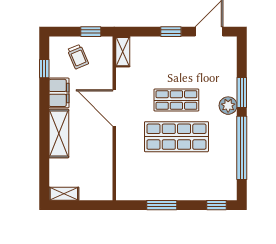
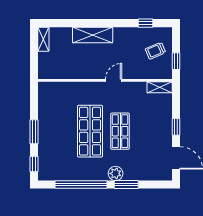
filing cabinet: (59, 93) -> (126, 35), removed
door: (114, 108) -> (114, 80), width x0.53
window: (162, 205) -> (34, 132), moved

